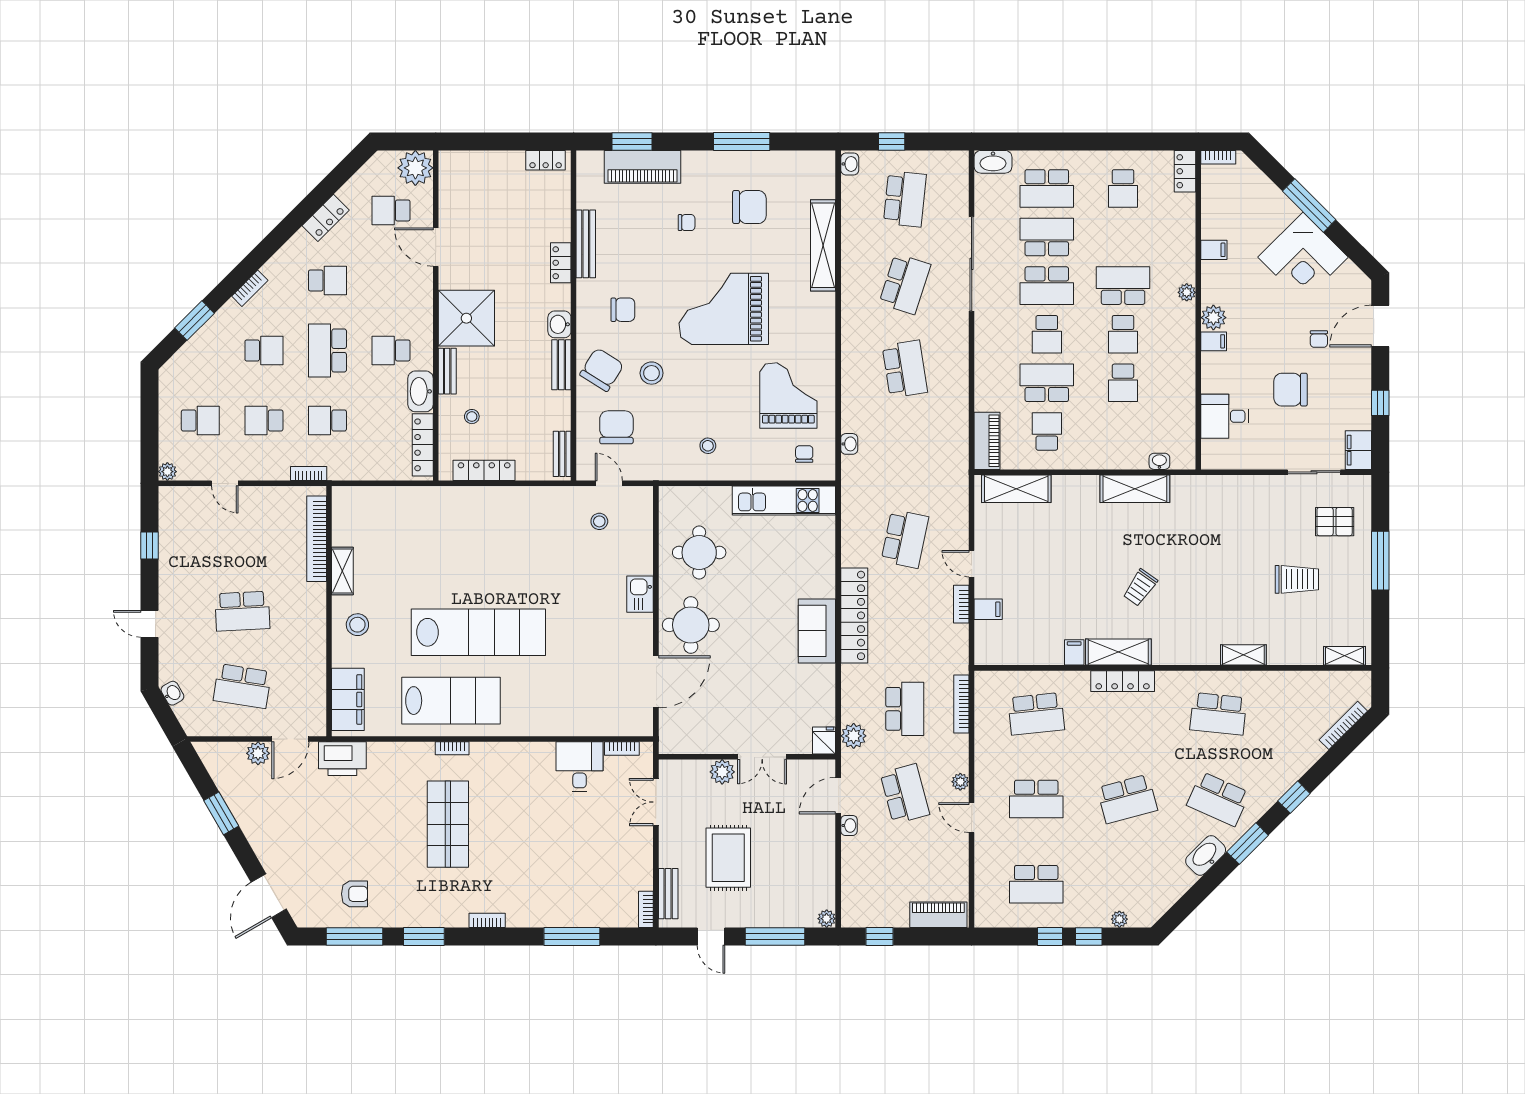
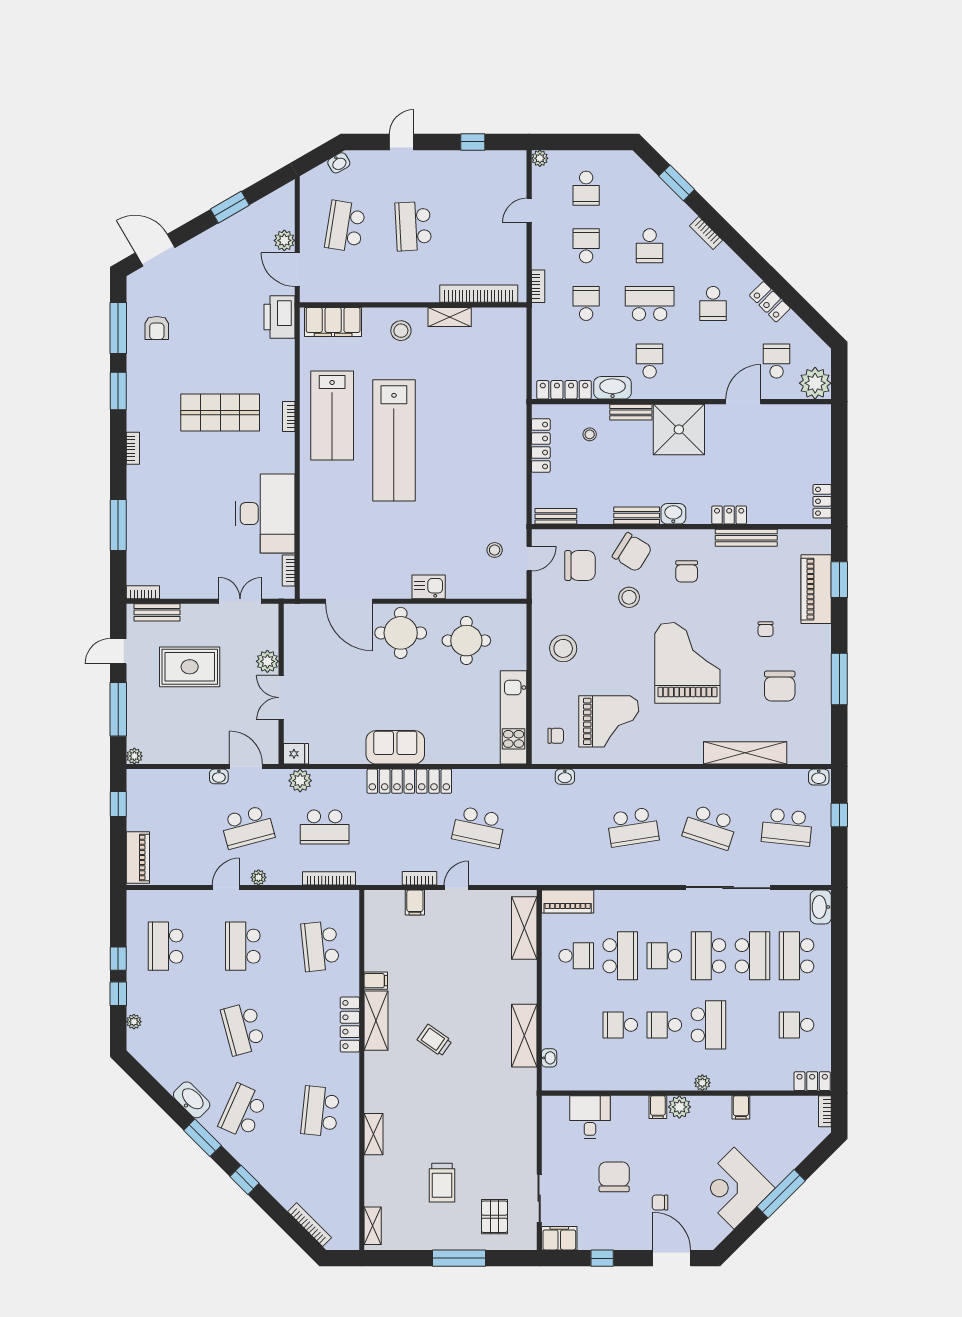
stool: (708, 446) -> (563, 648), width x1.89, depth x1.89
desk: (580, 767) -> (265, 514), width x1.87, depth x1.30

